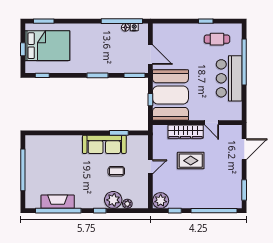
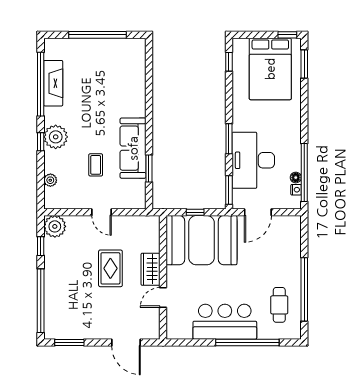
window: (206, 21) -> (304, 289), width x3.17
window: (23, 49) -> (287, 35), moved
desk: (113, 58) -> (253, 160), added
wardrobe: (186, 132) -> (151, 269), width x0.67
plant: (113, 200) -> (56, 137), moved

